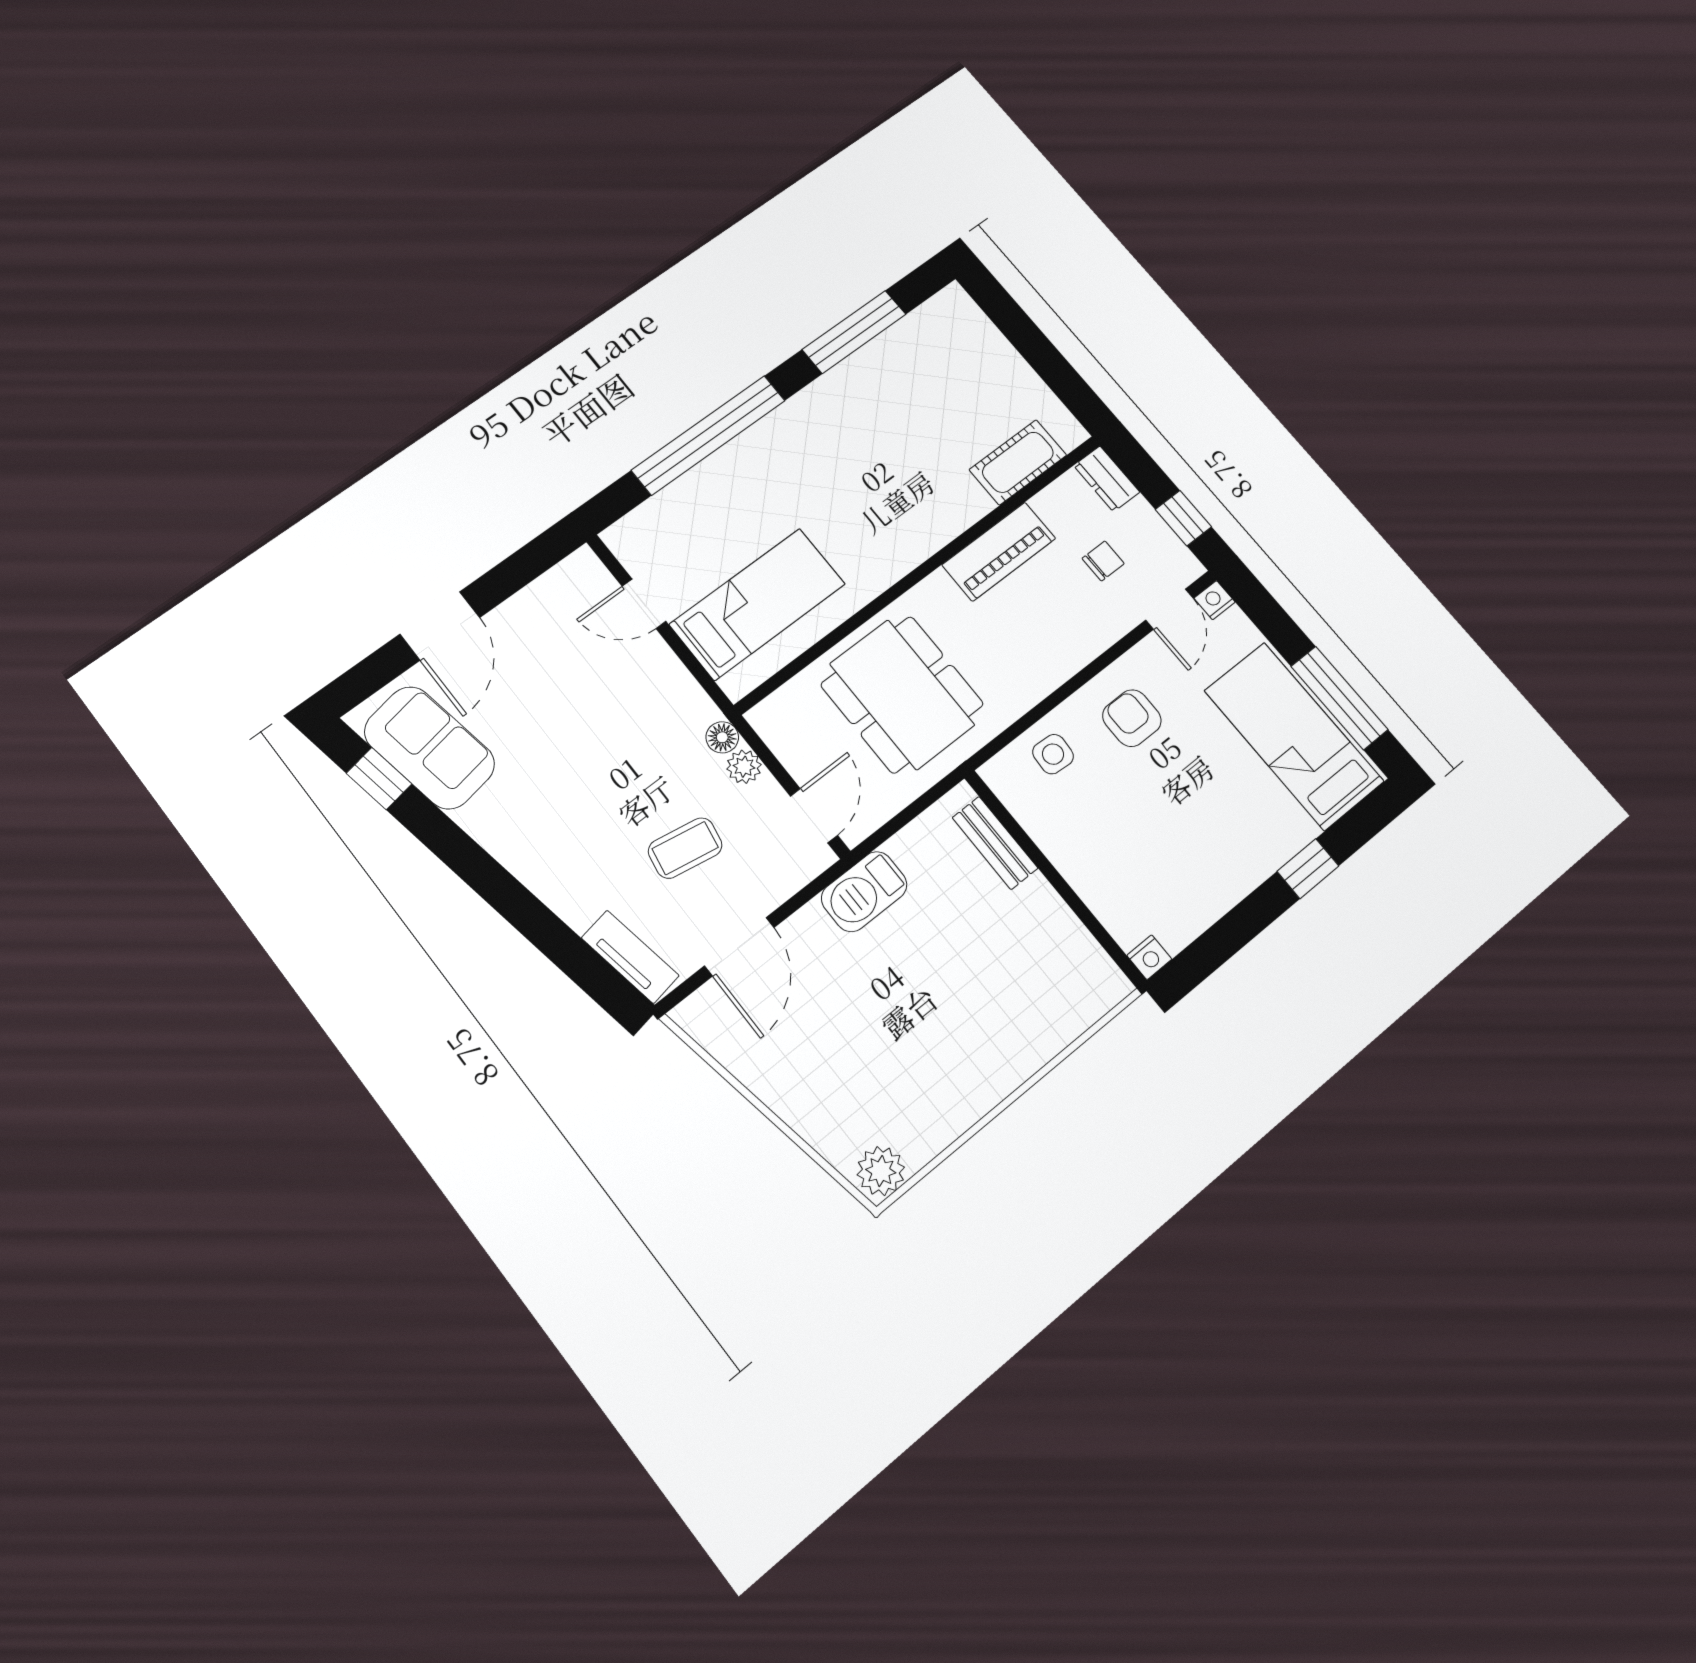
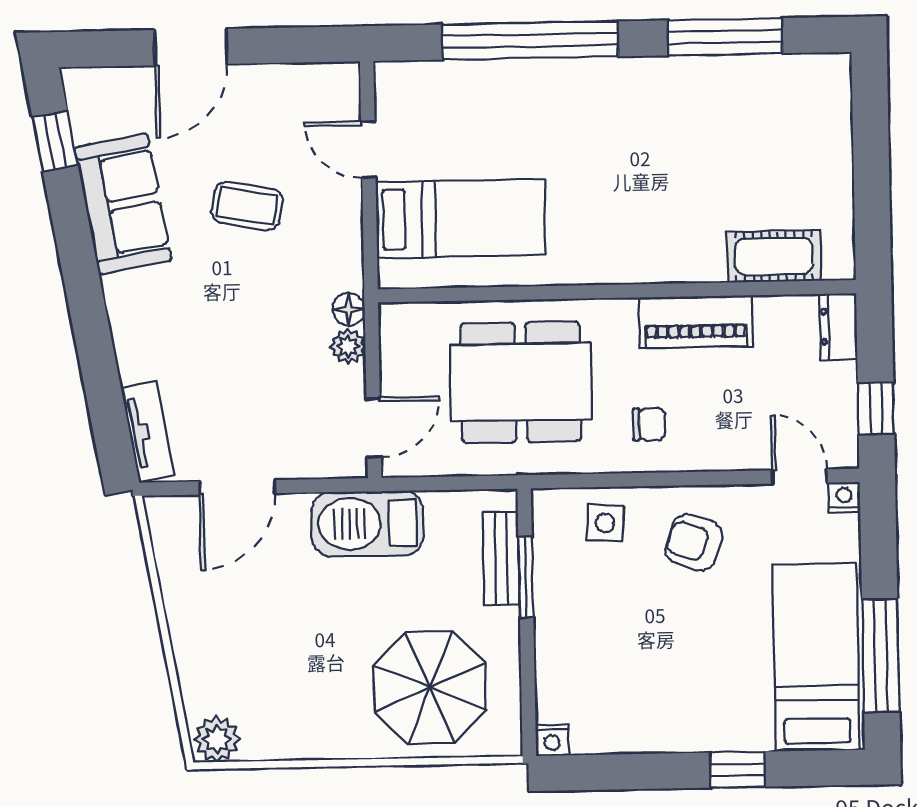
chair: (1103, 561) -> (649, 424), moved
door: (1169, 609) -> (800, 477), swing flipped
dining table: (902, 694) -> (521, 382), turned 90
armchair: (1132, 718) -> (694, 542), turned -72
sofa: (429, 748) -> (123, 204), moved
window: (1026, 843) -> (526, 577), added
coffee table: (685, 848) -> (247, 206), moved
barbecue: (864, 892) -> (367, 524), width x1.37, depth x1.21
parasol: (1021, 990) -> (430, 688), added

